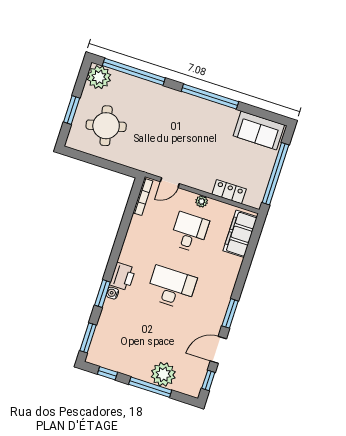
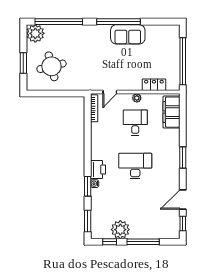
sofa: (259, 130) -> (128, 34), moved
window: (230, 313) -> (183, 158), moved
plant: (163, 374) -> (120, 230), moved

